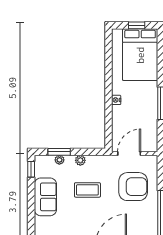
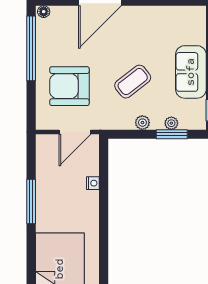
nightstand: (116, 100) -> (93, 183), moved
coffee table: (87, 190) -> (133, 82), turned -38

